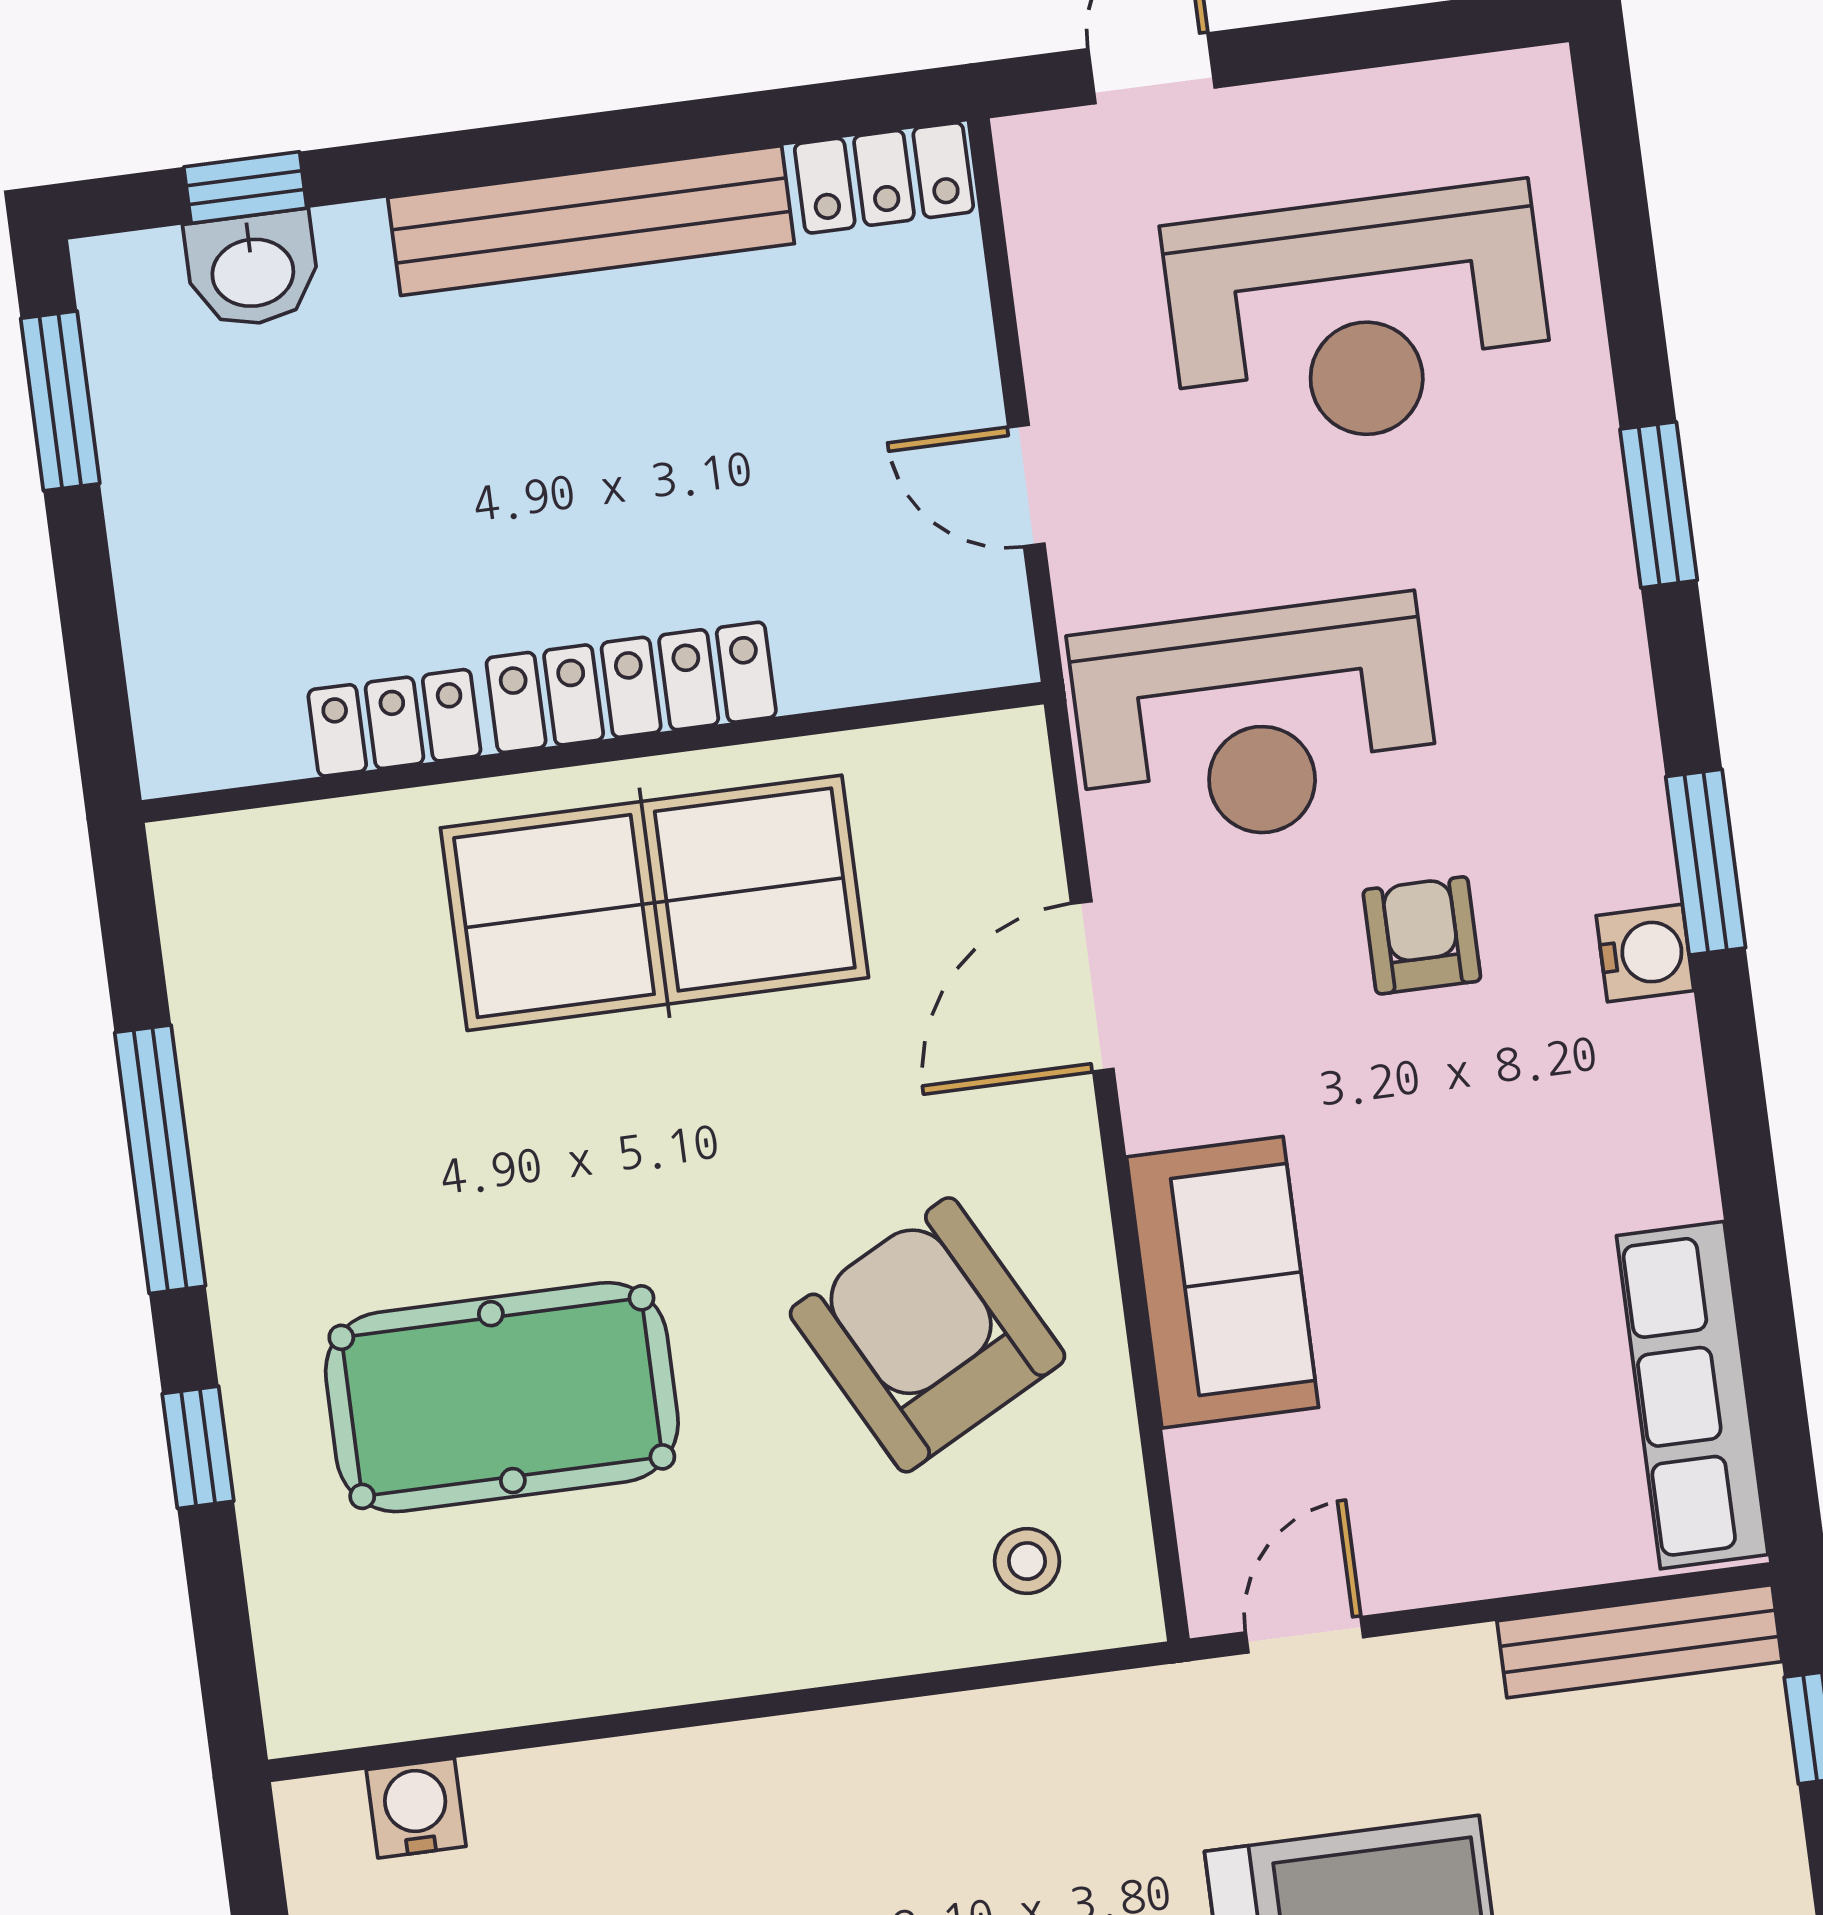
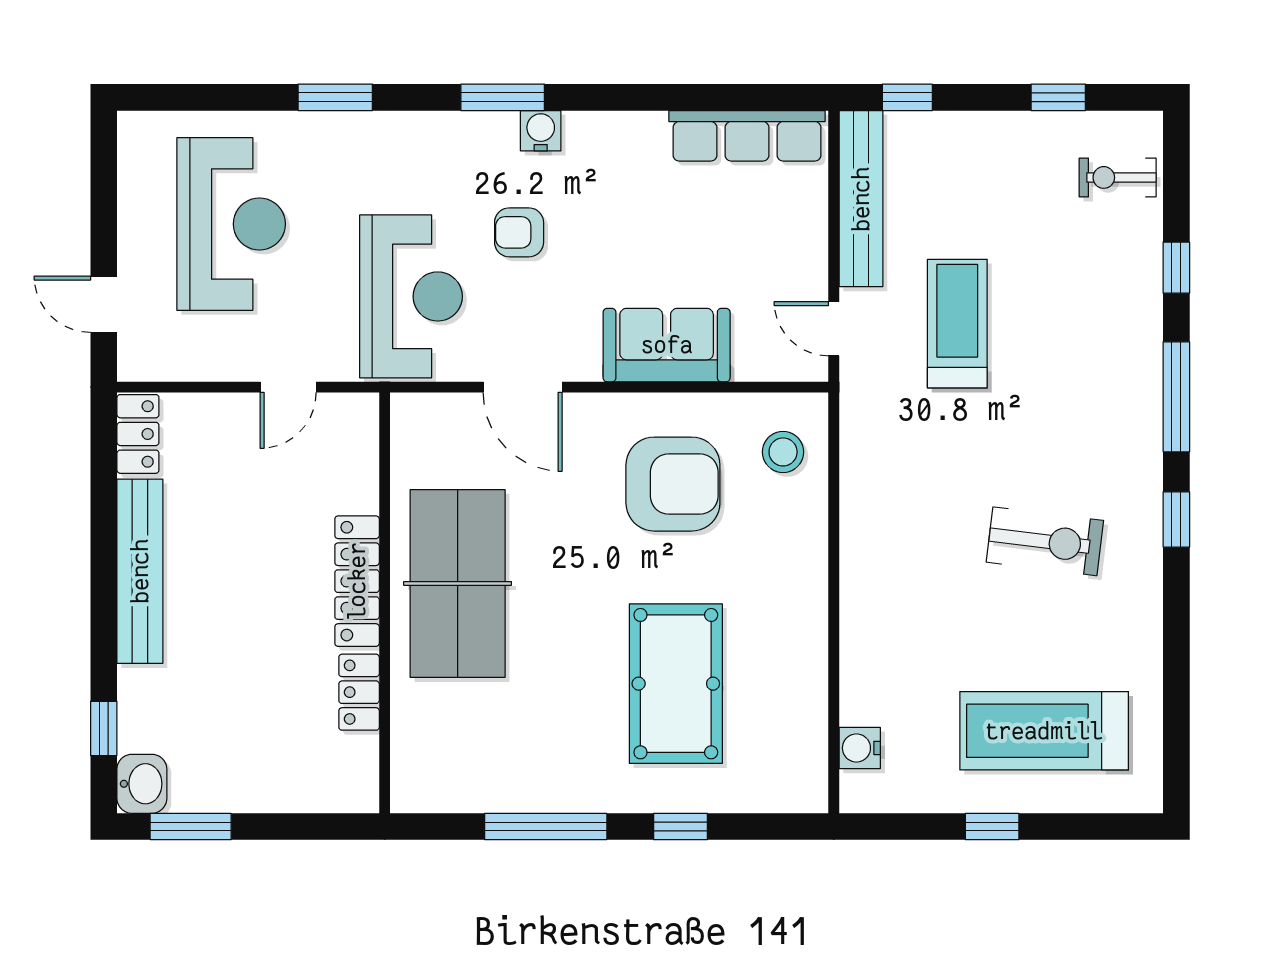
washbasin: (252, 270) -> (142, 784), moved
armchair: (928, 1335) -> (673, 484), turned -152
stool: (1027, 1561) -> (783, 452), width x1.37, depth x1.37
bench: (1639, 1641) -> (861, 199), width x1.37, depth x1.21

